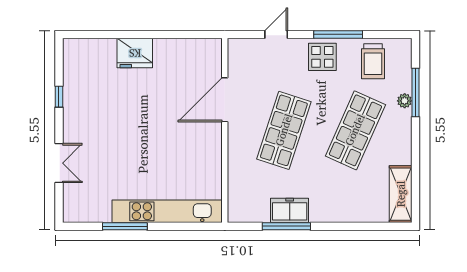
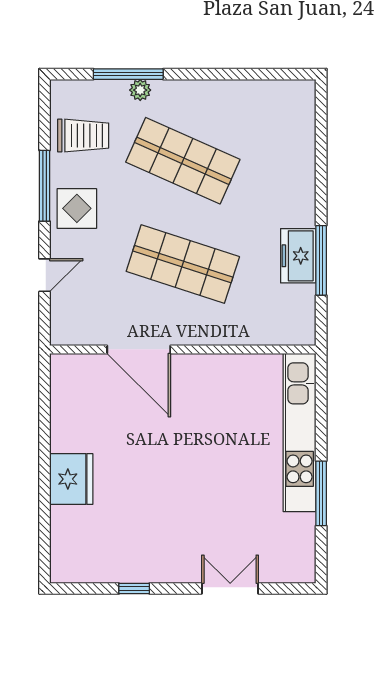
door: (276, 34) -> (45, 275), swing flipped
shelving: (401, 194) -> (275, 96), removed

